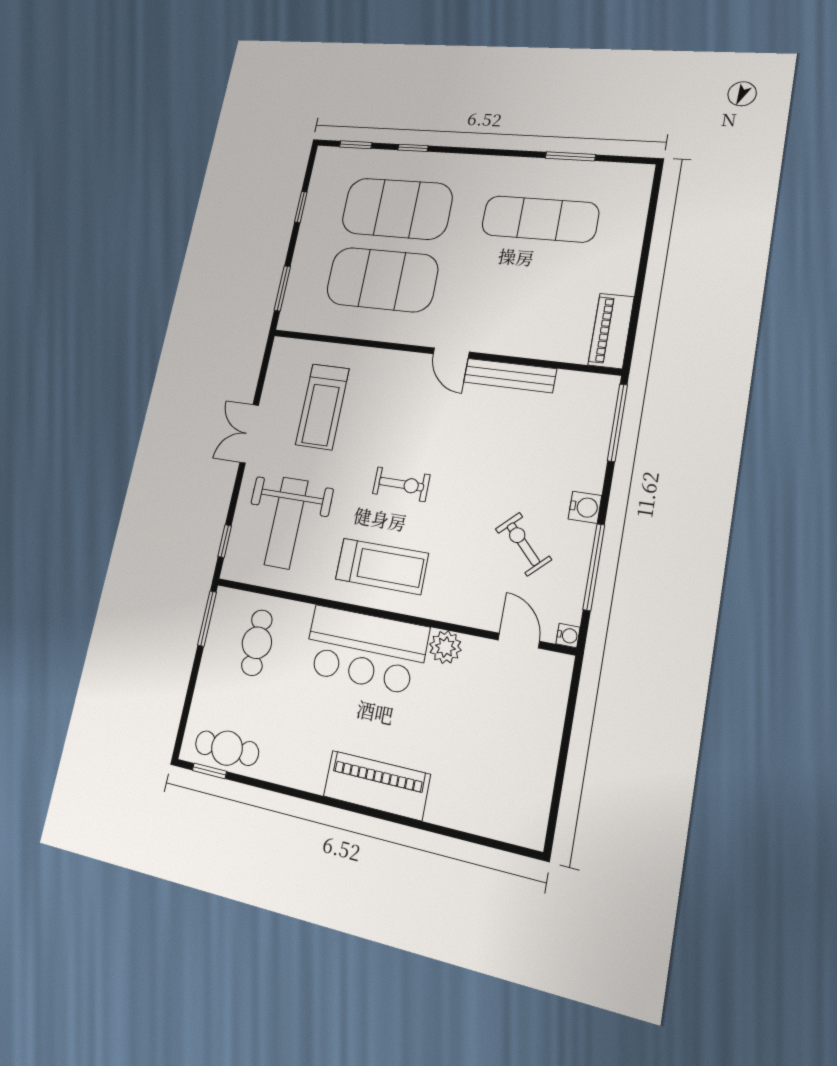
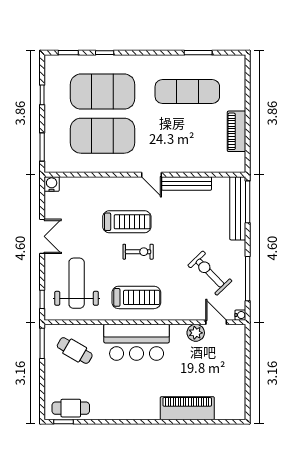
piano: (611, 331) -> (237, 131), moved
treadmill: (322, 407) -> (127, 222), moved, turned -90
bench: (597, 432) -> (238, 208), added
double door: (249, 434) -> (42, 236), swing flipped
water cooler: (585, 507) -> (52, 184), moved, turned -90
weight bench: (286, 523) -> (77, 283), turned 180
exercise bike: (523, 544) -> (210, 273), width x1.38, depth x1.39
cafe table: (257, 643) -> (75, 351), turned -60
plant: (445, 647) -> (196, 333), moved
piano: (376, 785) -> (187, 408), moved

